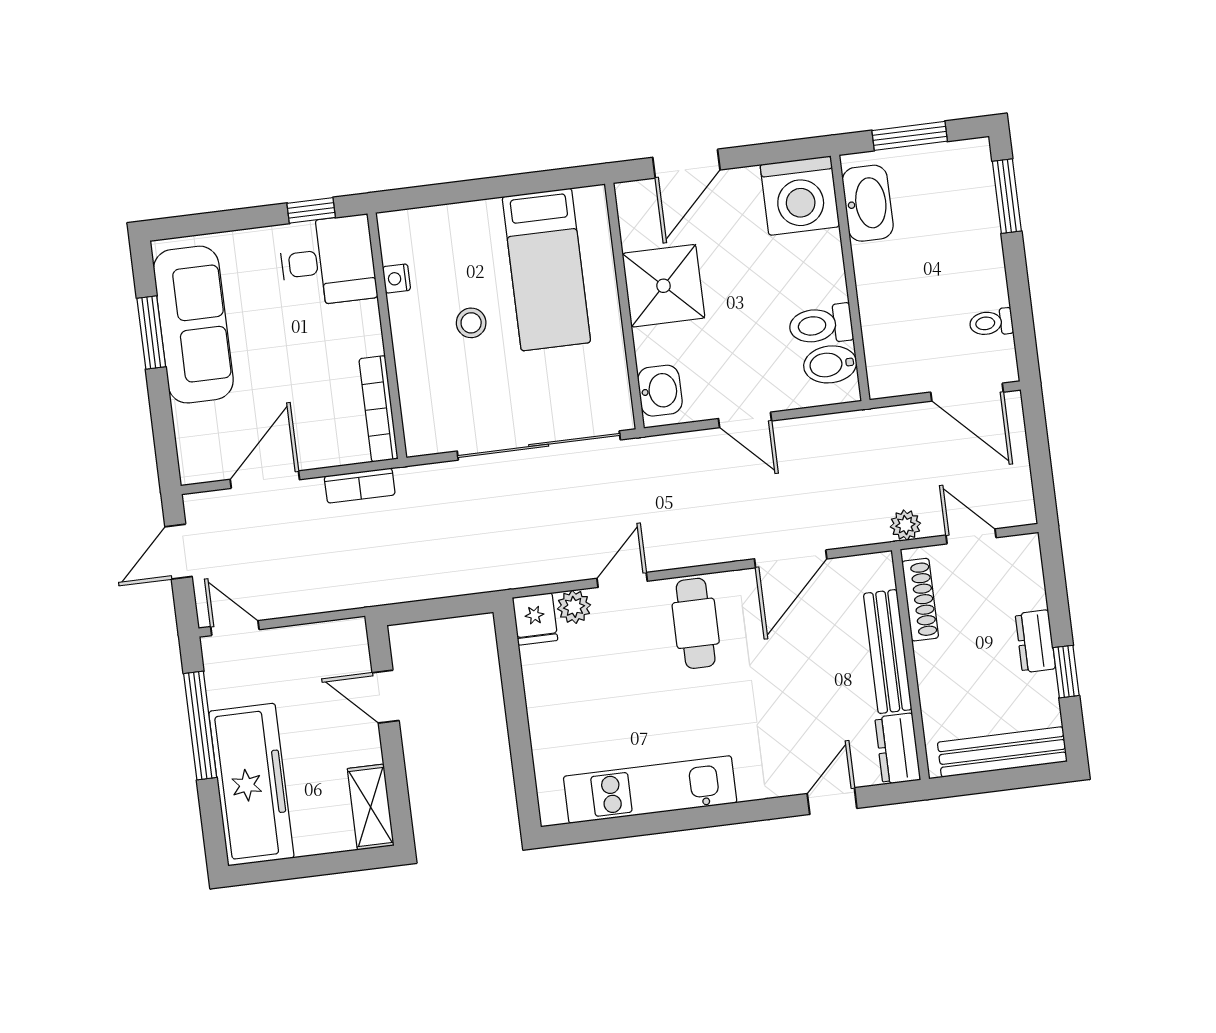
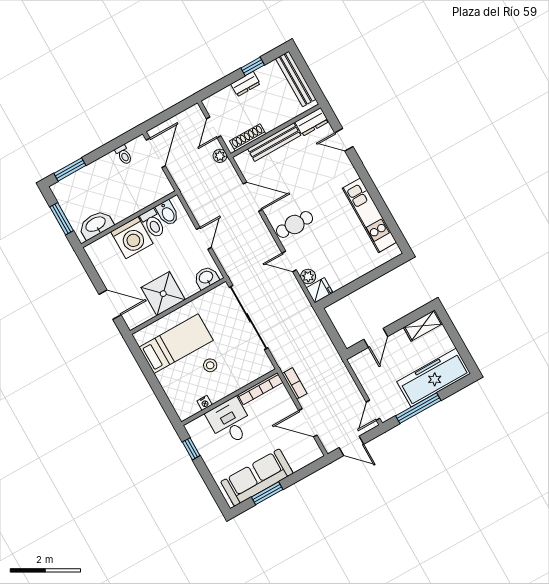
washing machine: (800, 196) -> (132, 238), moved, turned 90
desk: (328, 261) -> (230, 422), moved

